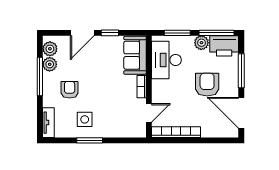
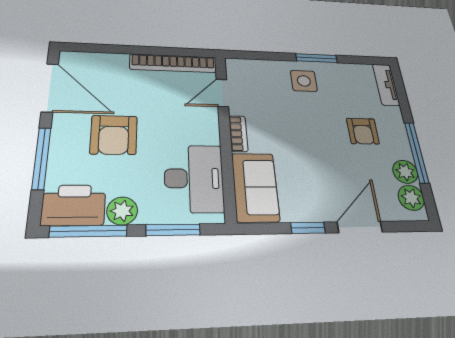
side table: (85, 119) -> (304, 81), moved

